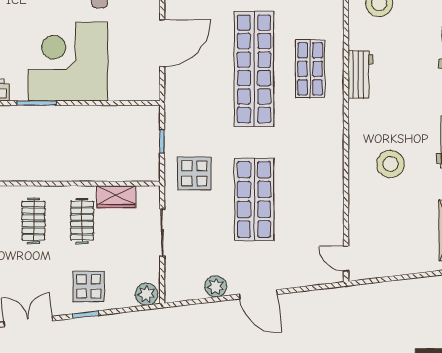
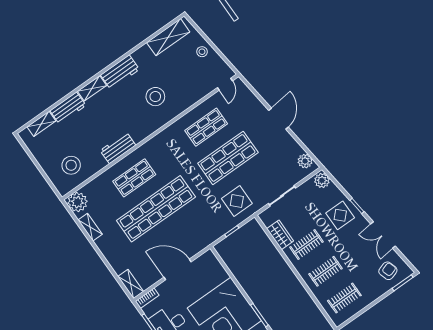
shop shelf: (310, 199) -> (206, 127), added
stool: (405, 259) -> (202, 52), added
plant: (216, 286) -> (305, 161), moved

